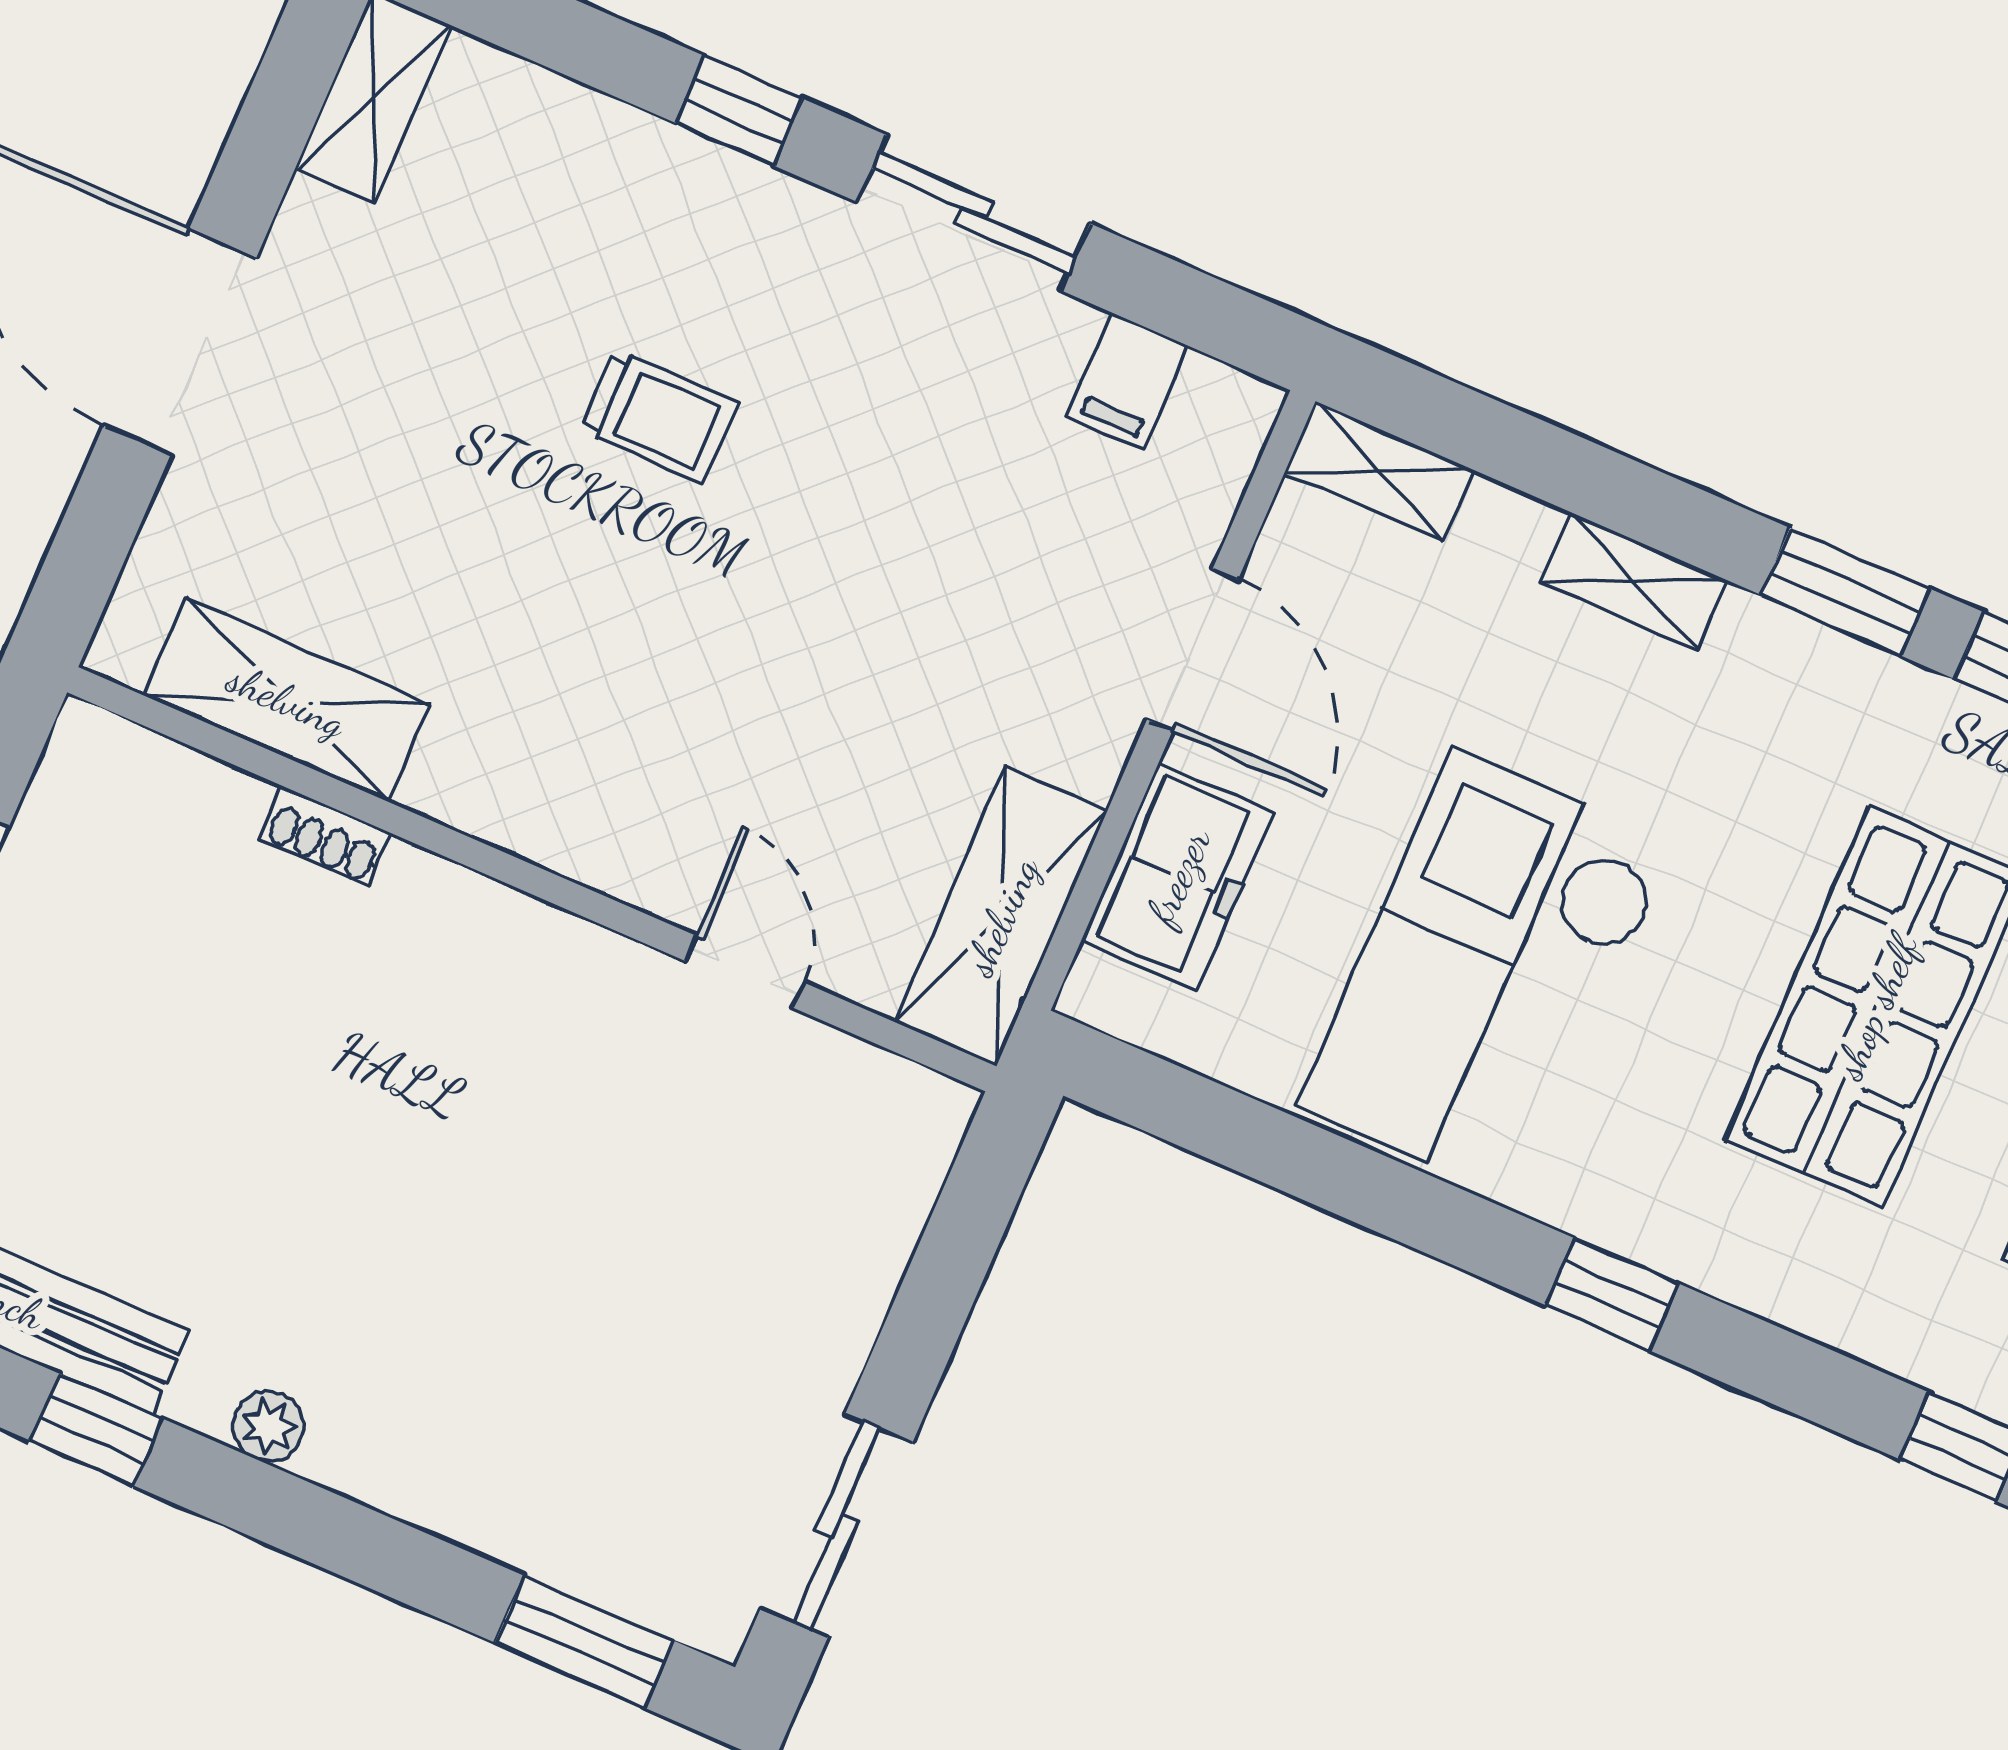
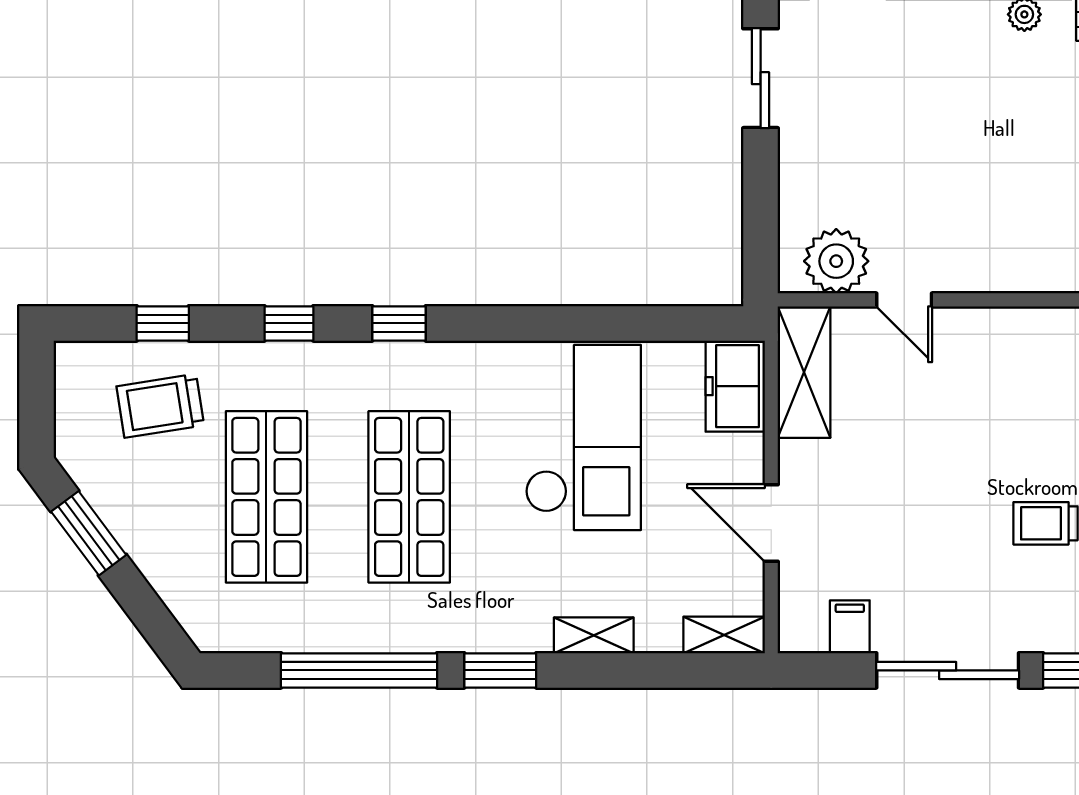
sliding door: (974, 213) -> (948, 670), width x1.37
freezer: (1178, 876) -> (735, 386), moved
plant: (844, 1105) -> (836, 261), added
window: (1612, 1294) -> (399, 323), moved

